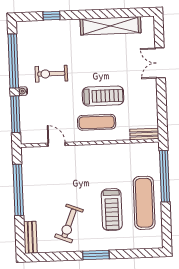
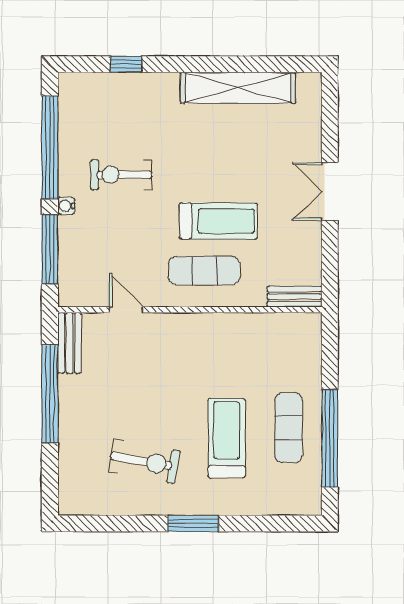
double door: (160, 63) -> (330, 191), moved
window: (165, 176) -> (330, 438), moved
exercise mat: (144, 203) -> (289, 428), width x0.73, depth x0.69
treadmill: (112, 210) -> (227, 438), turned 180
exercise bike: (69, 223) -> (144, 461), turned -102
bench: (30, 237) -> (69, 343), moved

